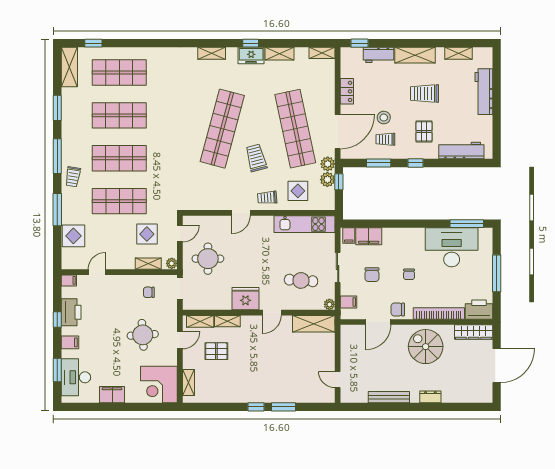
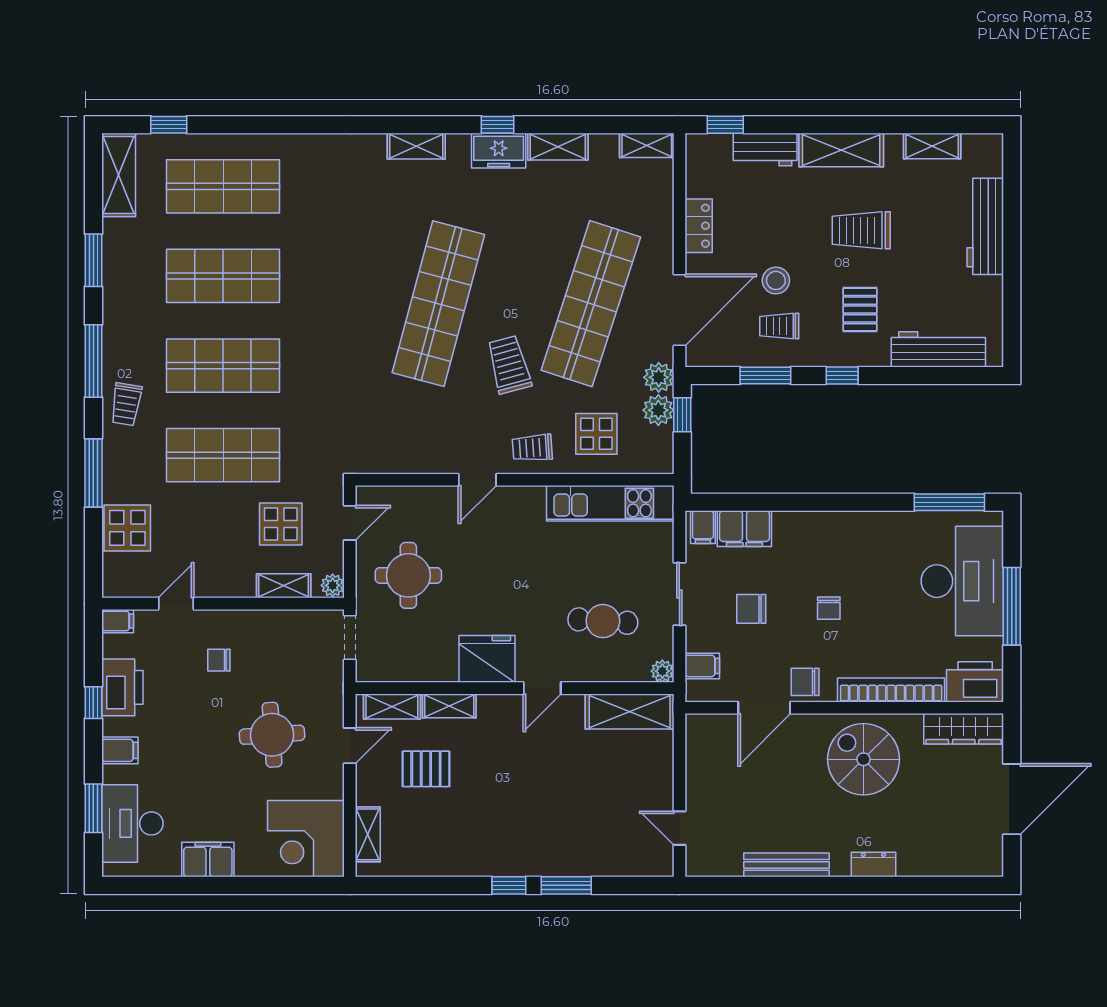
shop shelf: (295, 129) -> (591, 304), turned 30
desk: (452, 247) -> (962, 581), moved, turned 90
chair: (372, 275) -> (751, 609), turned 90
chair: (149, 292) -> (219, 660), moved

